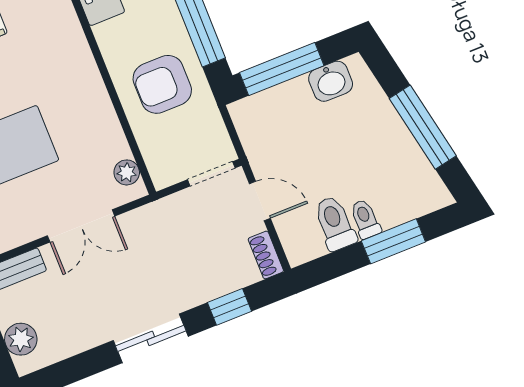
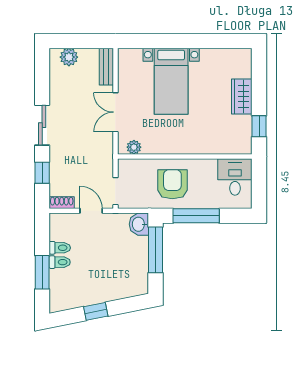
washbasin: (331, 81) -> (139, 224), moved
window: (423, 127) -> (96, 311), width x0.46
door: (260, 201) -> (91, 211), swing flipped
toilet: (335, 223) -> (60, 248), width x0.73, depth x0.72

